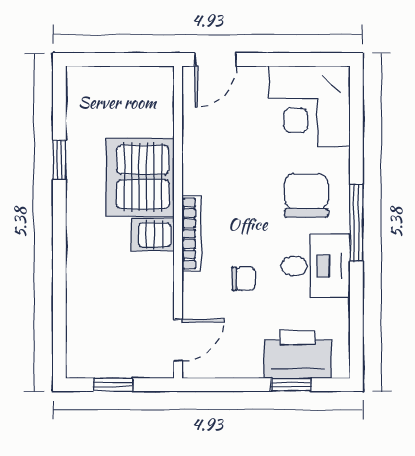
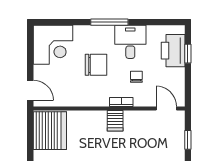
server rack: (140, 177) -> (50, 131), moved, turned -90
chair: (306, 195) -> (96, 65), moved, turned 180
bookcase: (191, 234) -> (121, 102), width x0.64

